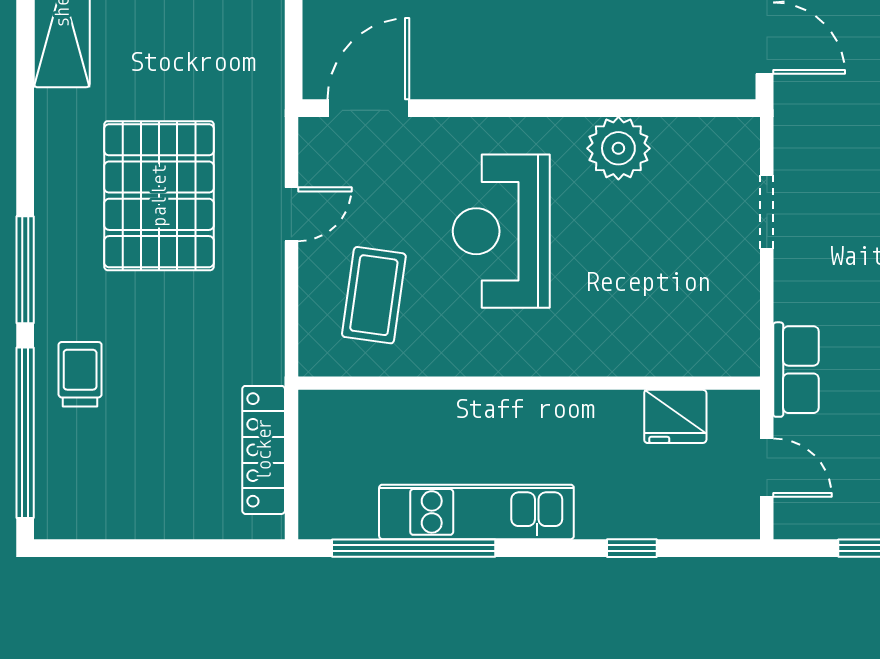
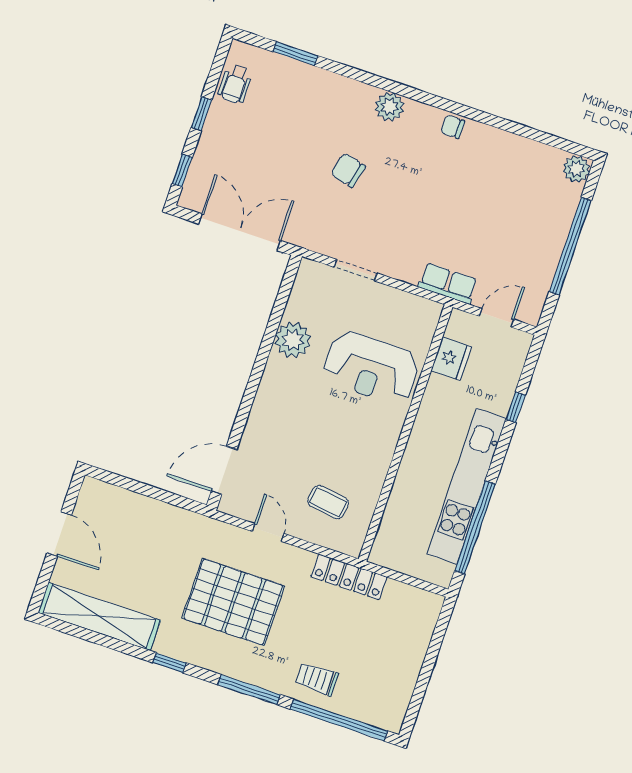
door: (368, 108) -> (224, 470), hinge flipped
window: (25, 126) -> (170, 663), added
reception desk: (501, 231) -> (371, 368), moved
coffee table: (374, 295) -> (328, 502), width x0.73, depth x0.77
locker: (264, 450) -> (349, 577), moved
kitchen unit: (476, 512) -> (467, 486), width x1.36

